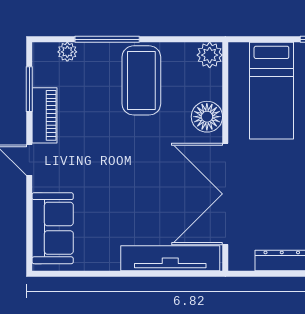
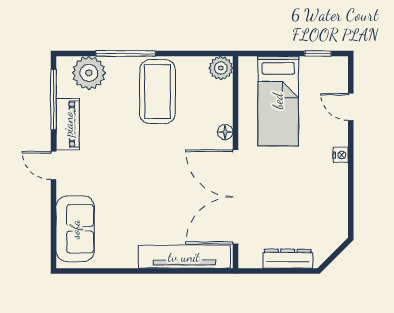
plant: (67, 52) -> (89, 73), width x1.88, depth x1.88
window: (29, 89) -> (53, 100), width x1.44
floor lamp: (207, 117) -> (225, 132), width x0.53, depth x0.53

